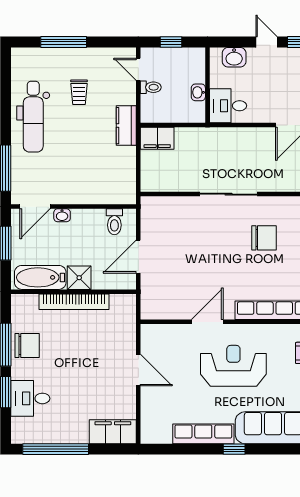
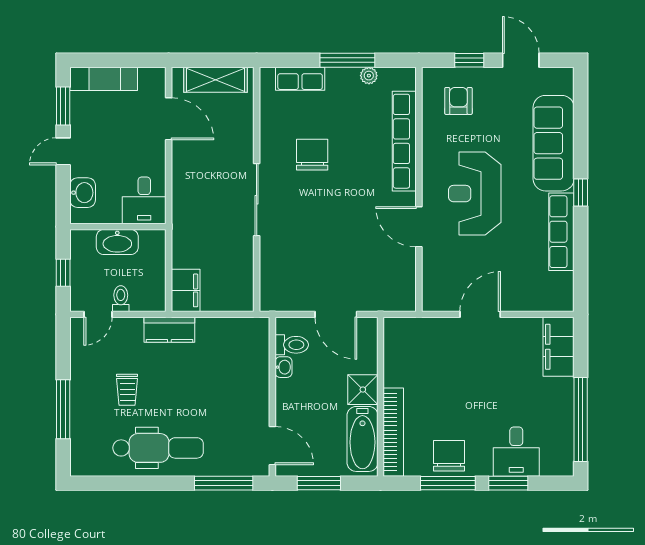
trolley: (79, 92) -> (127, 390), turned 90
washbasin: (198, 92) -> (117, 242), width x1.91, depth x1.45
washbasin: (62, 215) -> (283, 367), moved
bookcase: (74, 302) -> (393, 432), moved

